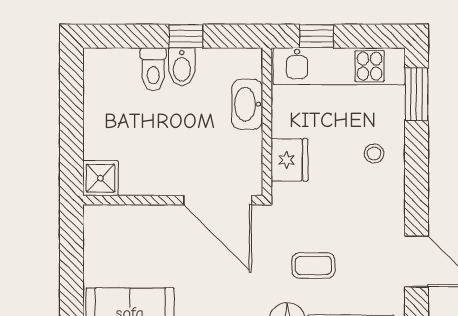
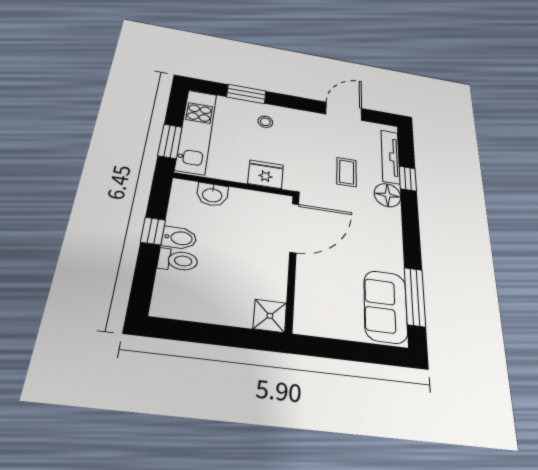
window: (317, 36) -> (170, 141), width x1.50
window: (417, 94) -> (246, 94), moved
washbasin: (247, 104) -> (212, 195), width x0.72

